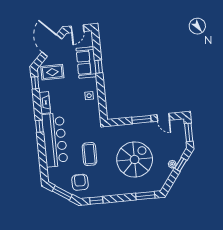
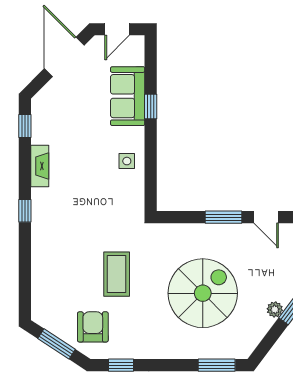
rug: (52, 72) -> (60, 108), removed
bar counter: (55, 140) -> (52, 240), removed

